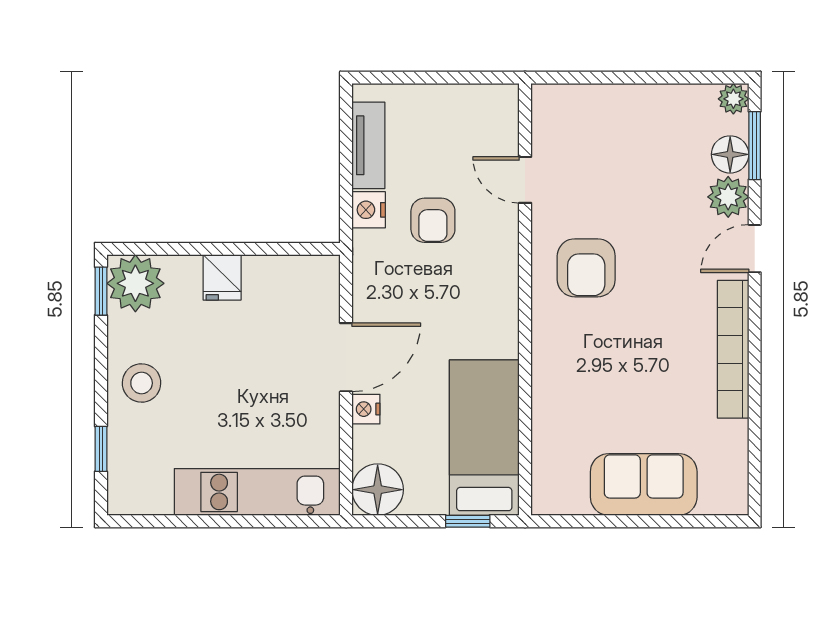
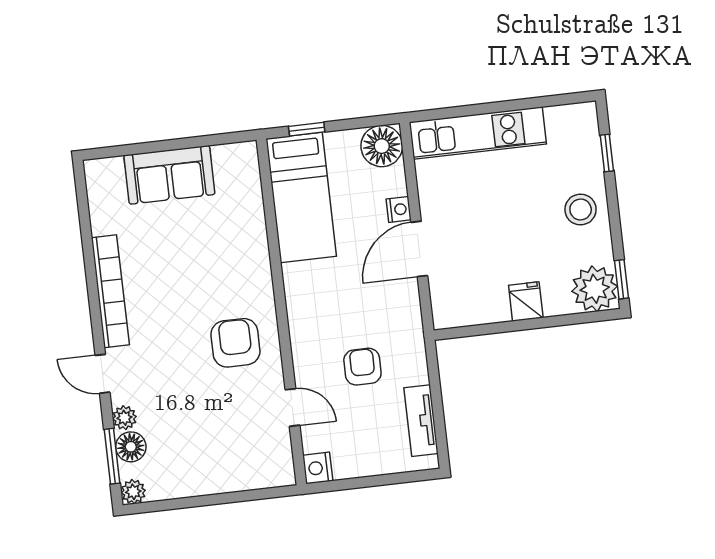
plant: (728, 197) -> (124, 418), width x0.73, depth x0.73
nightstand: (369, 210) -> (318, 468), moved, turned 180
door: (755, 249) -> (102, 374), swing flipped

